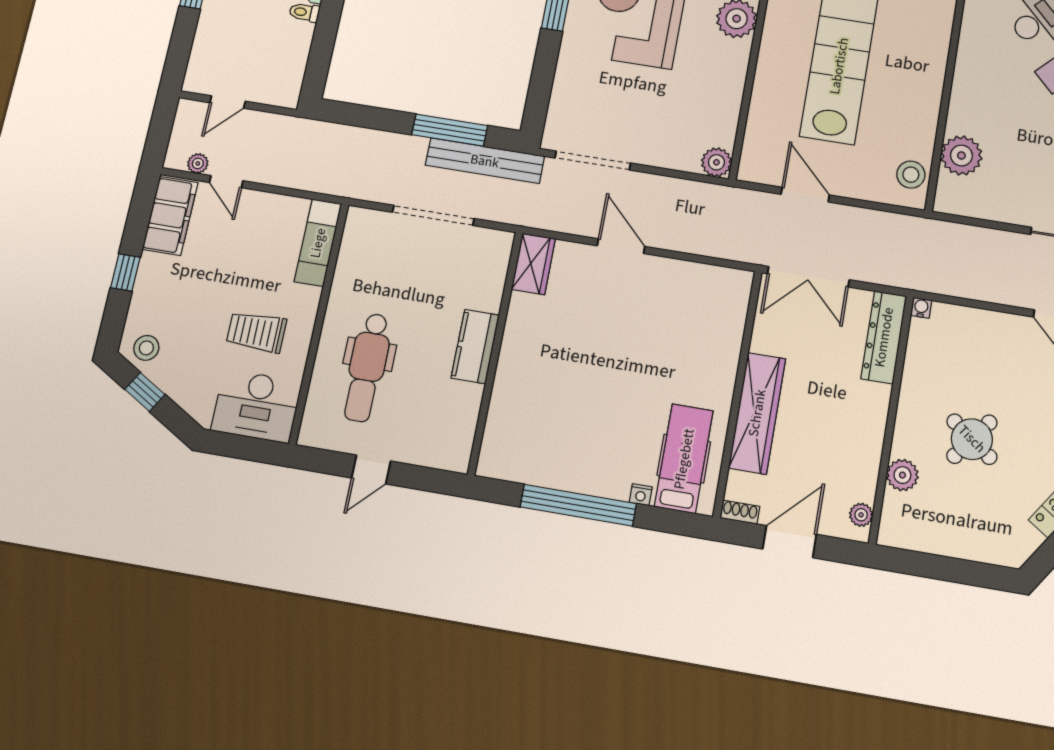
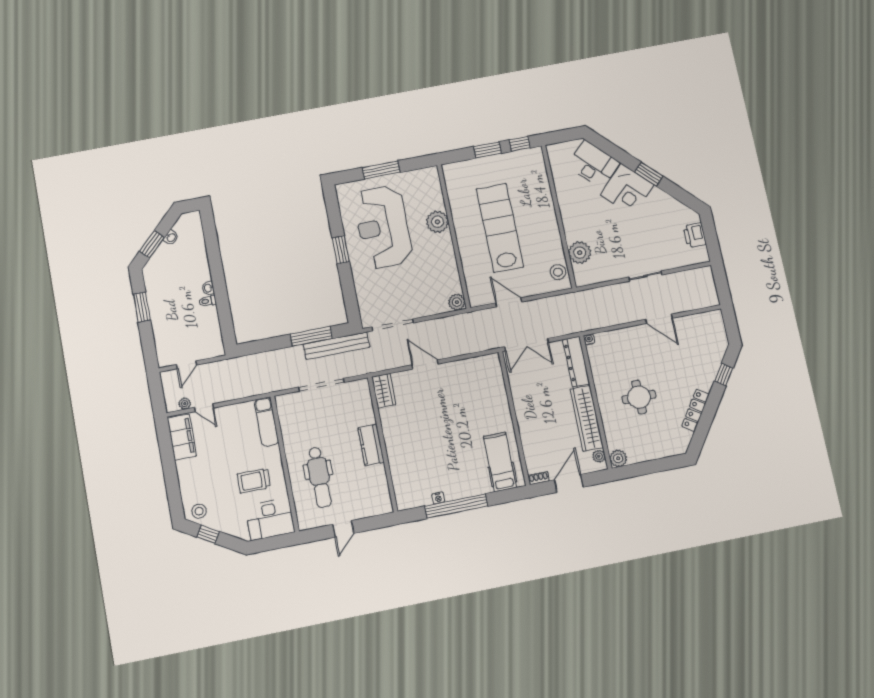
window: (125, 272) -> (171, 476), removed
wardrobe: (757, 413) -> (587, 418), moved, turned 180
round table: (972, 439) -> (639, 397), turned -37
plant: (902, 475) -> (618, 458), moved
nightstand: (641, 495) -> (438, 498), moved

